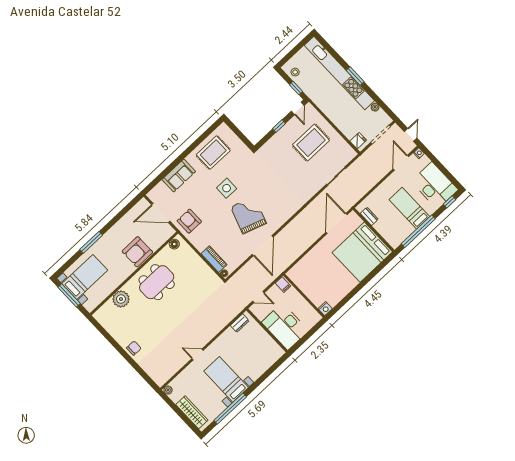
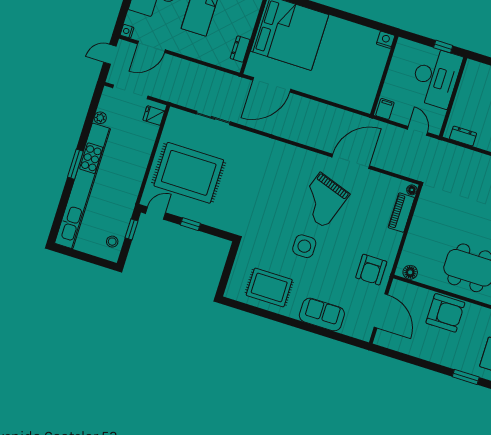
rug: (311, 143) -> (189, 173), width x1.37, depth x1.44
window: (91, 242) -> (466, 377), width x0.69
window: (301, 342) -> (443, 47), added

